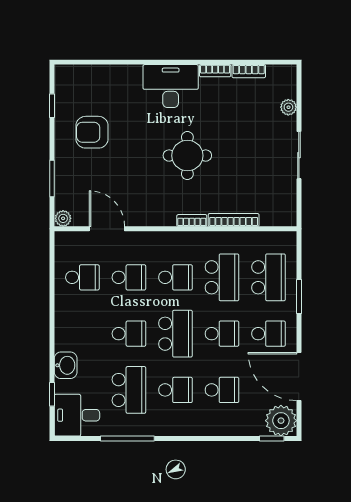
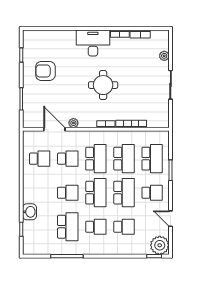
plant: (63, 218) -> (73, 123), moved
school desk: (175, 277) -> (96, 159), width x1.85
school desk: (222, 334) -> (124, 193), width x1.85
door: (299, 376) -> (171, 219), width x0.53
desk: (77, 415) -> (36, 242), removed

